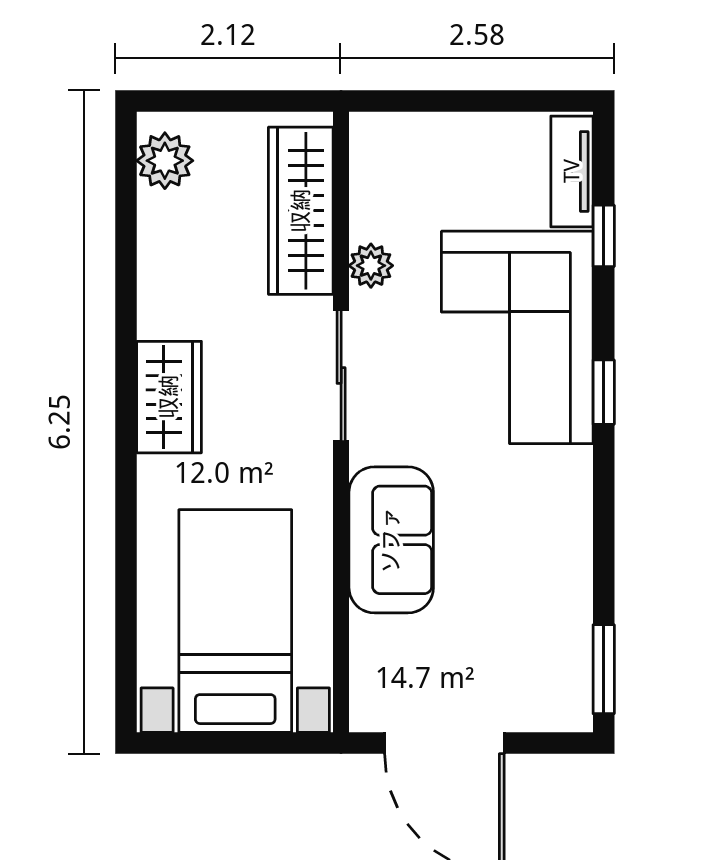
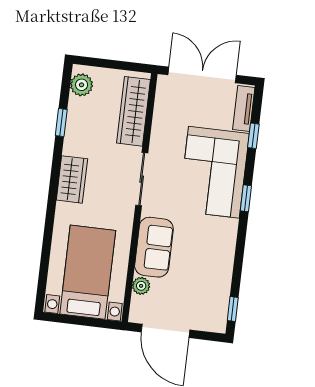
double door: (459, 101) -> (202, 75), added
window: (126, 260) -> (61, 122), added
plant: (371, 266) -> (141, 286), moved
window: (604, 669) -> (233, 309), width x0.67

